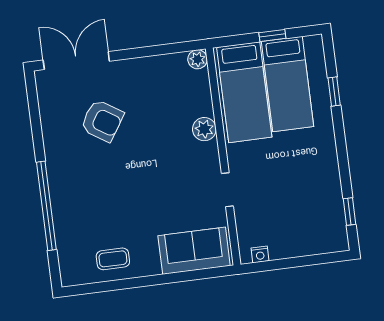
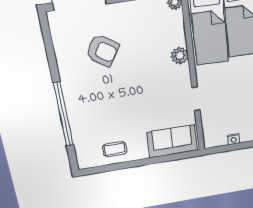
nightstand: (260, 254) -> (234, 139), moved

